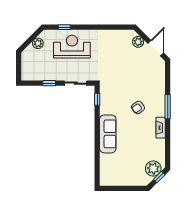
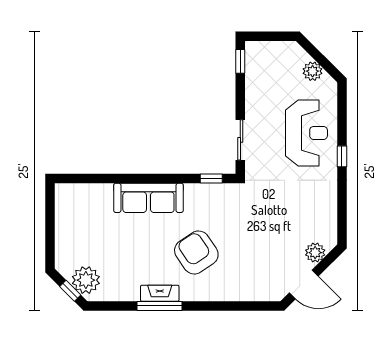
window: (64, 27) -> (342, 156), moved
window: (49, 83) -> (240, 61), moved
armchair: (138, 107) -> (196, 252), width x1.88, depth x1.88
window: (168, 107) -> (160, 306), moved

